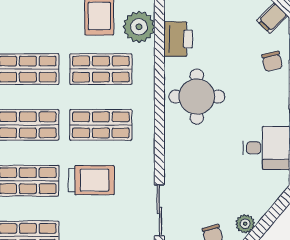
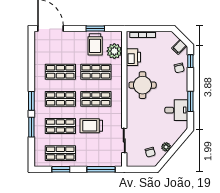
trolley: (91, 180) -> (91, 126), turned 180

